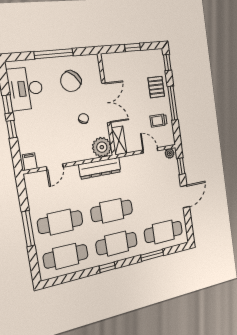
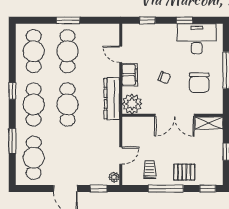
chair: (71, 81) -> (199, 83), turned -136
chair: (84, 119) -> (164, 78), moved
window: (12, 129) -> (147, 20), moved
shelving: (119, 140) -> (209, 123), moved
filing cabinet: (30, 162) -> (130, 75), moved, width x2.00
window: (28, 229) -> (68, 20), width x0.69

